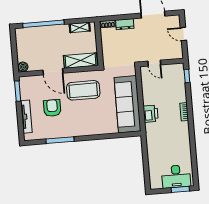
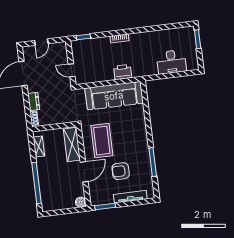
door: (154, 63) -> (72, 70), swing flipped
desk: (176, 177) -> (171, 62), moved, turned 90

